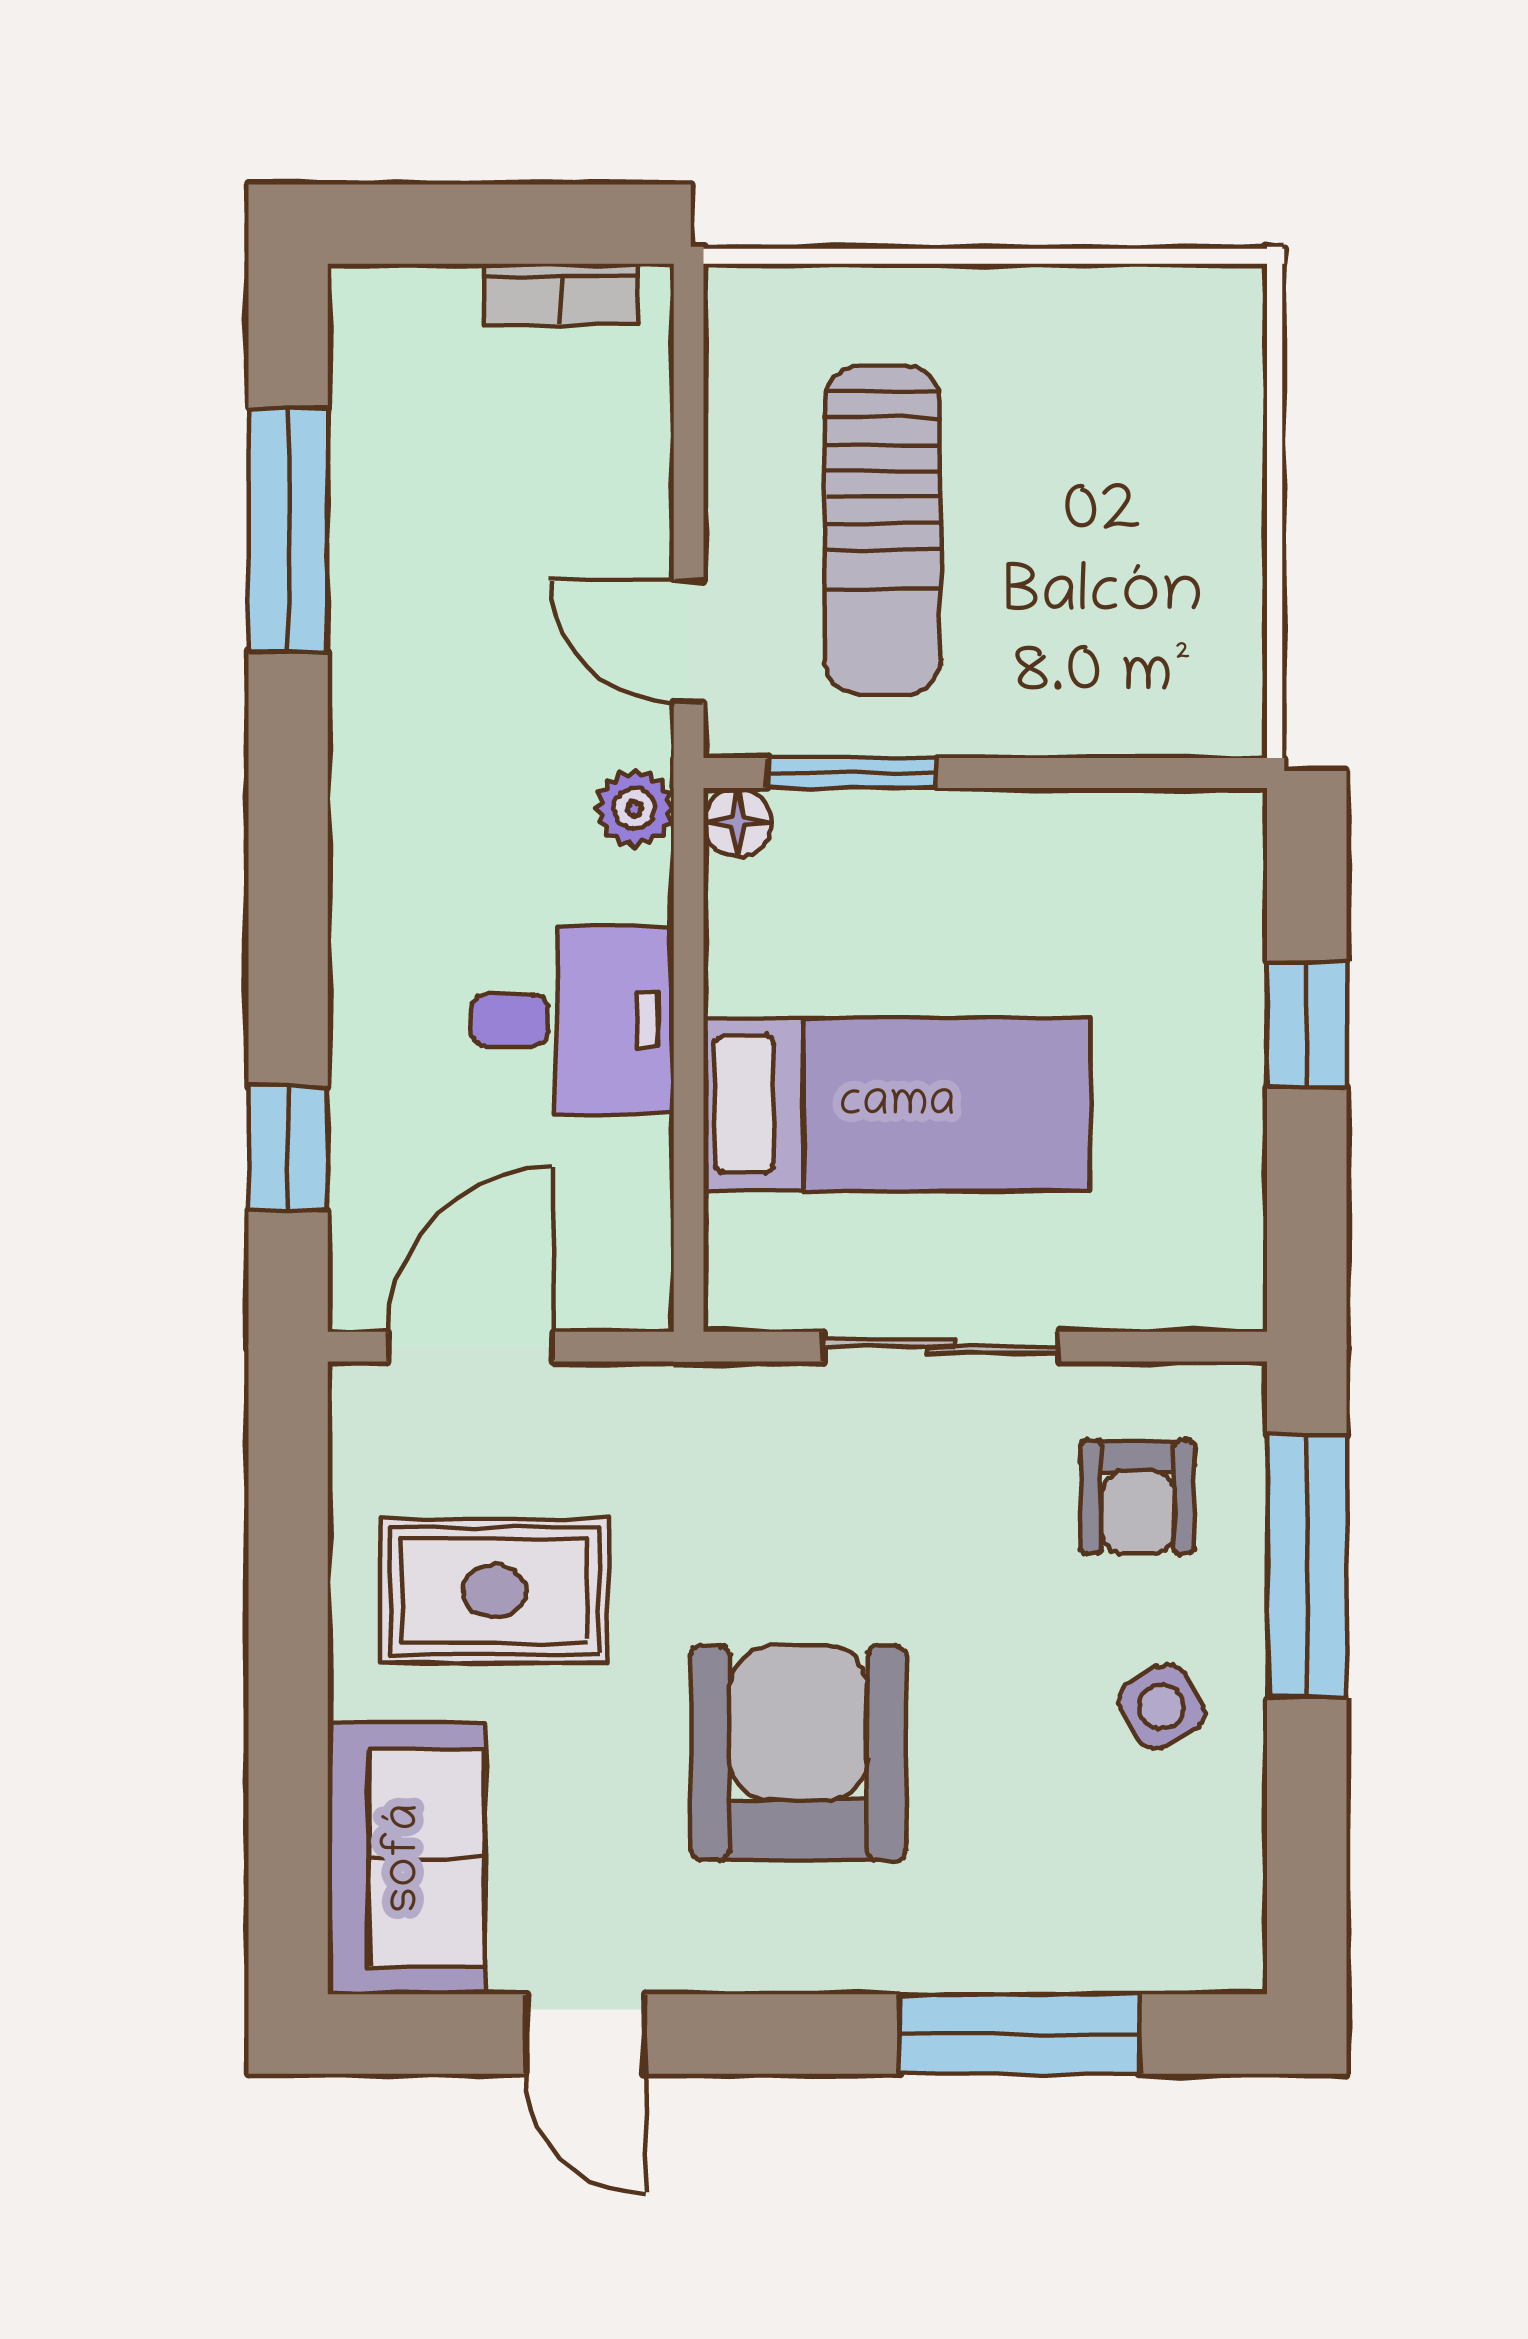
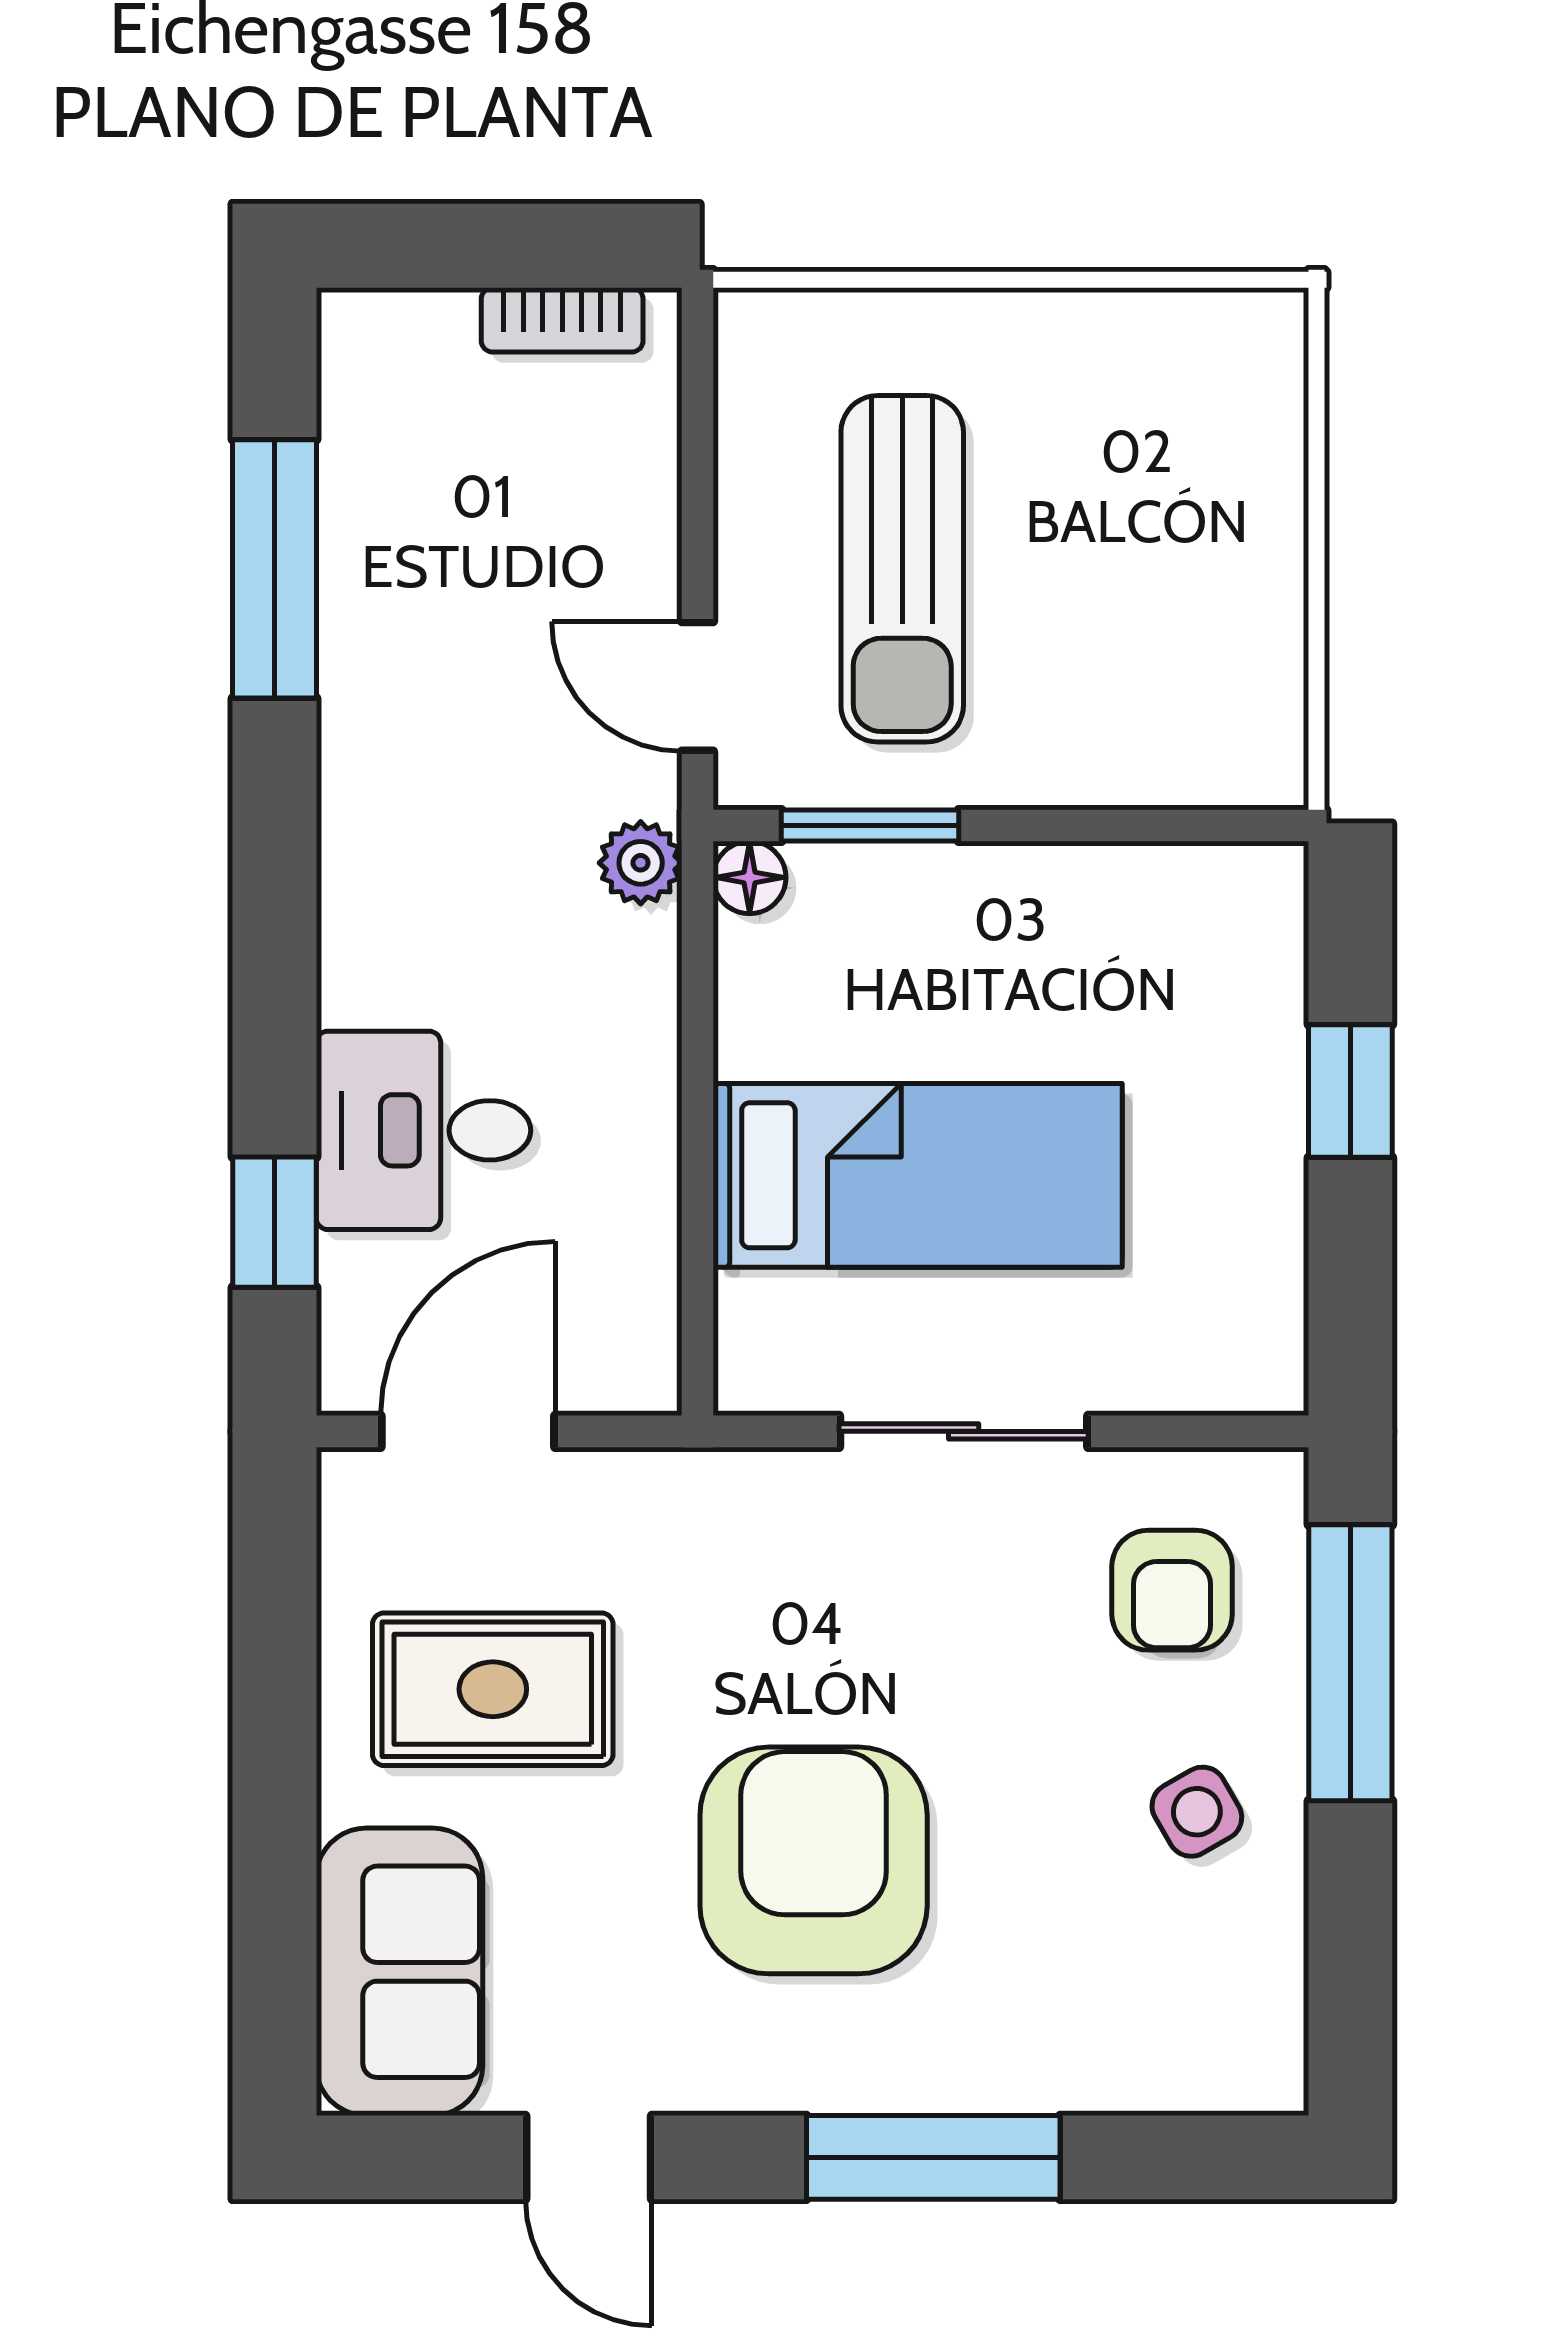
desk: (572, 1020) -> (423, 1130), moved, turned 180
window: (1019, 2034) -> (933, 2157), moved

